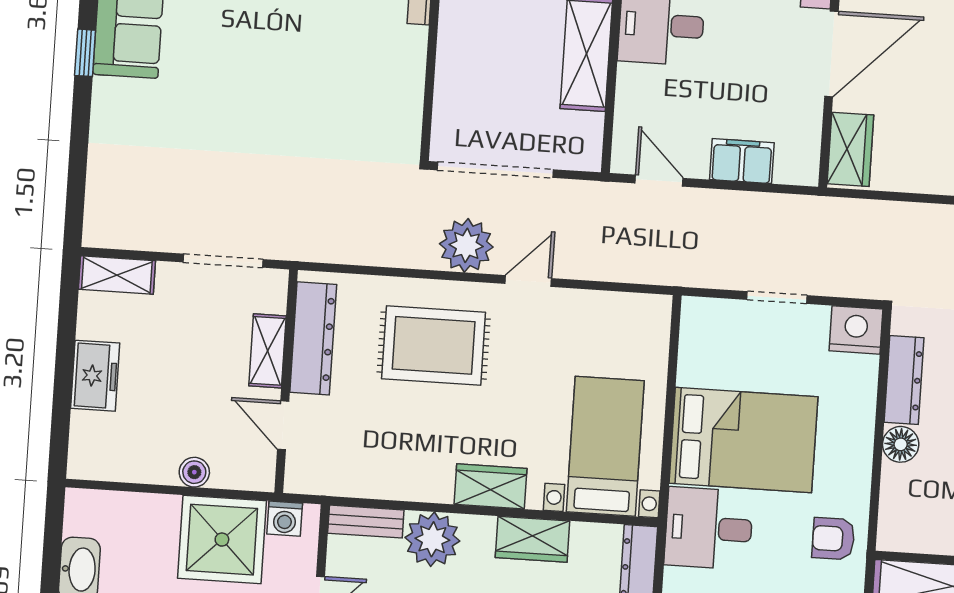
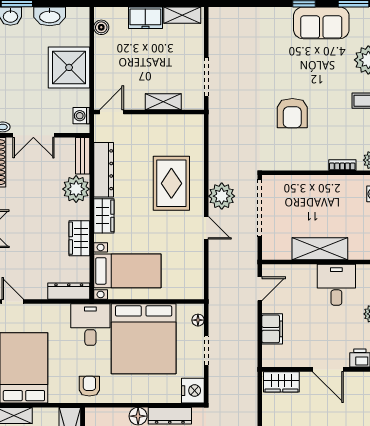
door: (831, 54) -> (328, 369), width x0.73
armchair: (308, 91) -> (292, 113), added
shelving: (117, 275) -> (182, 15), moved, turned 90
floor lamp: (714, 310) -> (198, 320), added
dresser: (313, 338) -> (104, 170), moved, turned -90
door: (283, 425) -> (112, 112), moved
bed: (743, 440) -> (144, 339), width x1.36
boiler: (194, 472) -> (101, 27), moved
shower: (222, 540) -> (69, 67), moved

